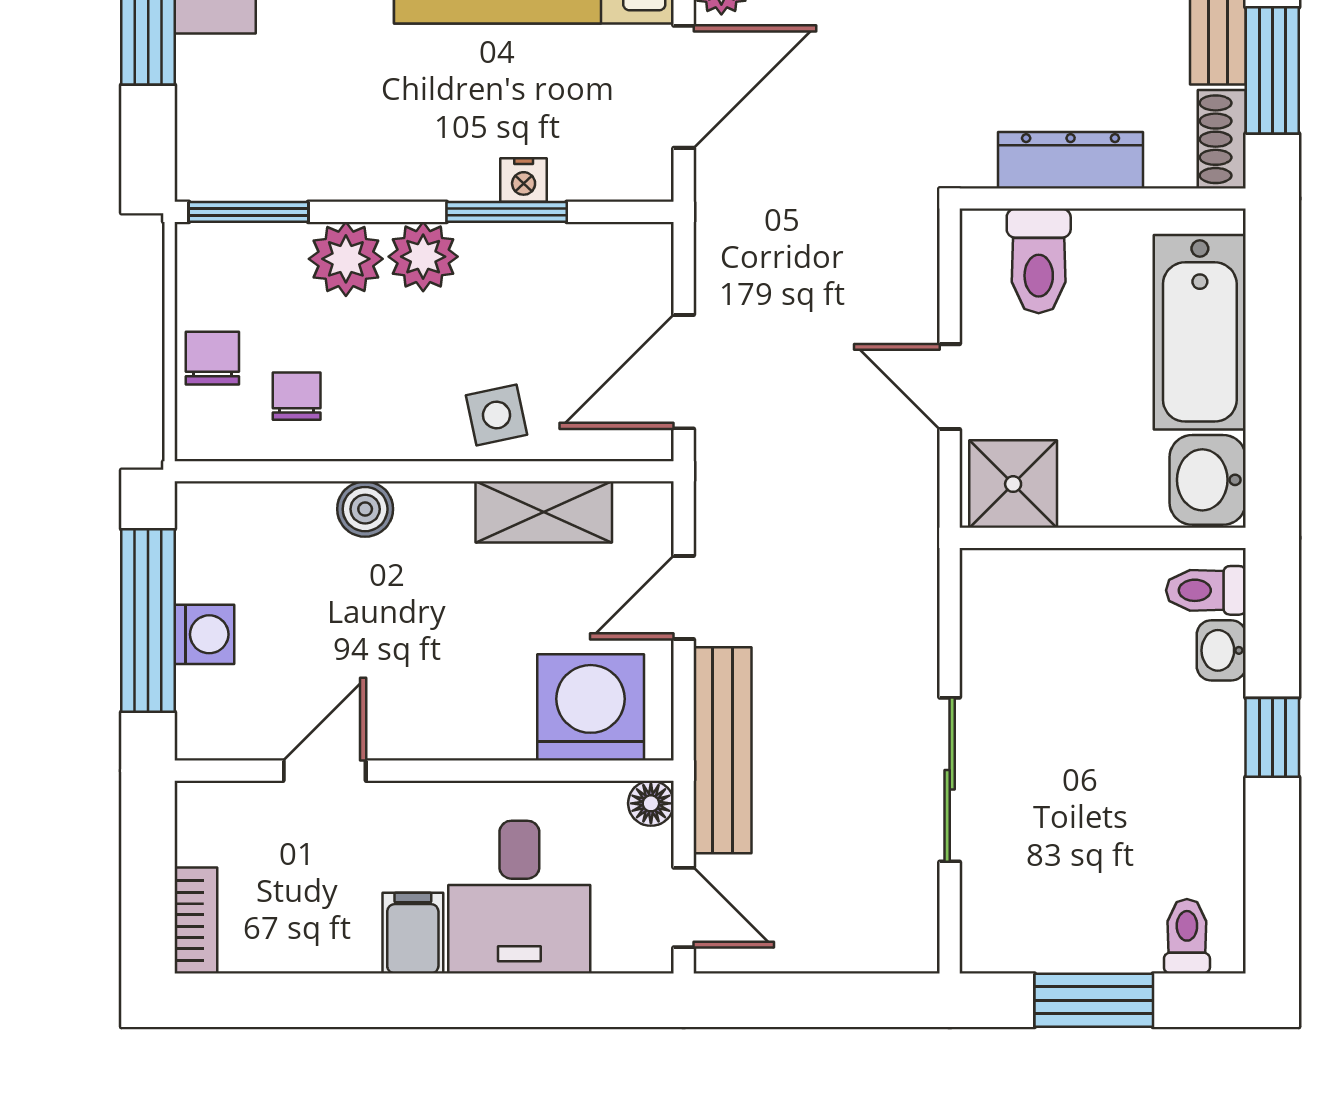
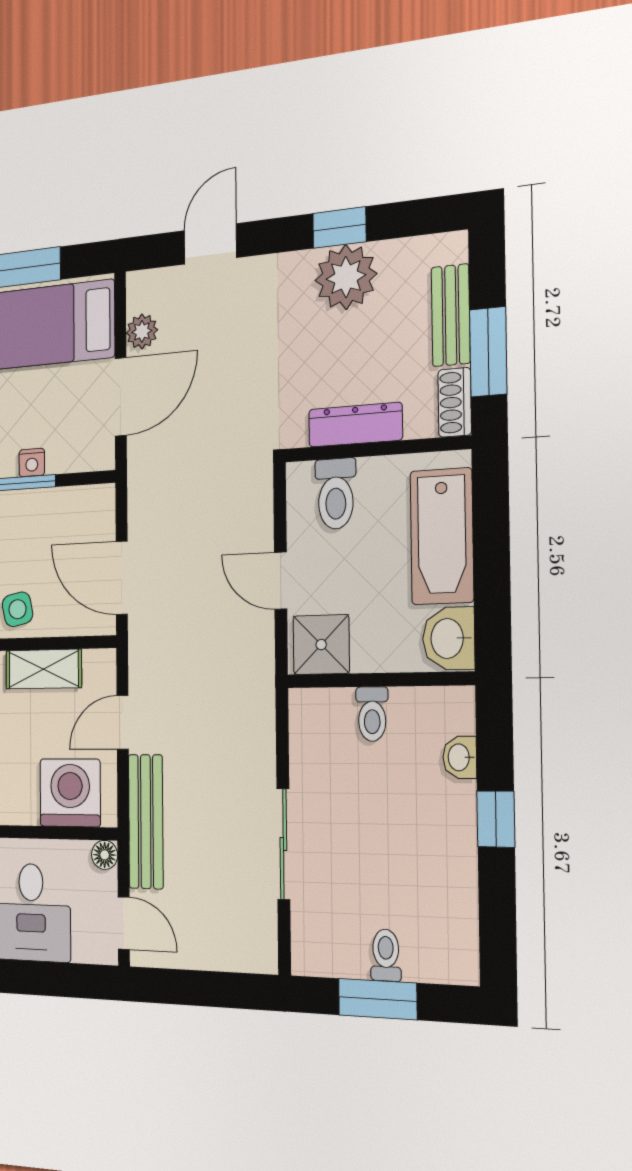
door: (684, 372) -> (122, 578), hinge flipped
toilet: (1206, 590) -> (372, 714), moved, turned -90
toilet: (1187, 936) -> (386, 955), moved

